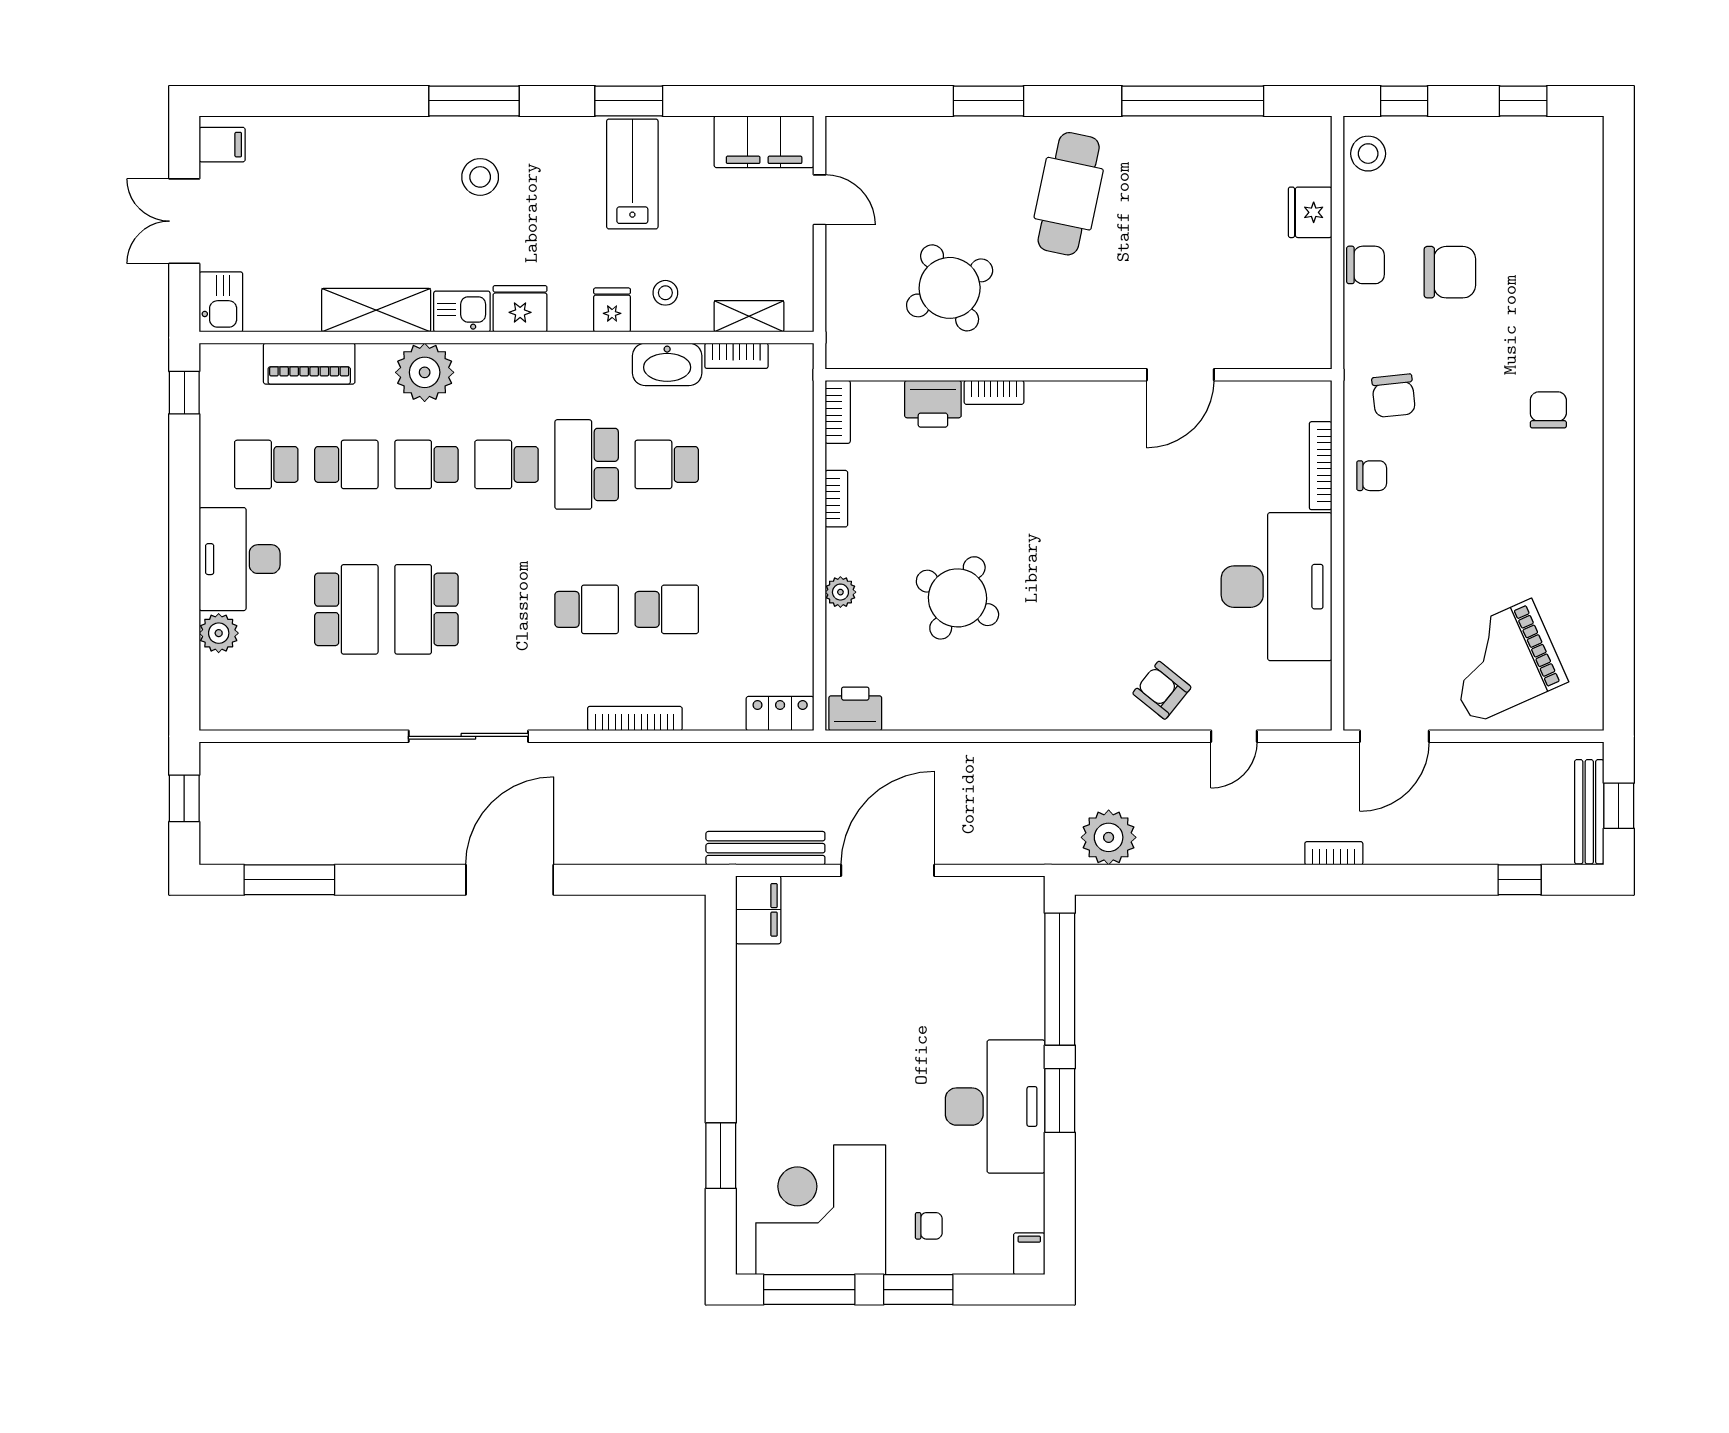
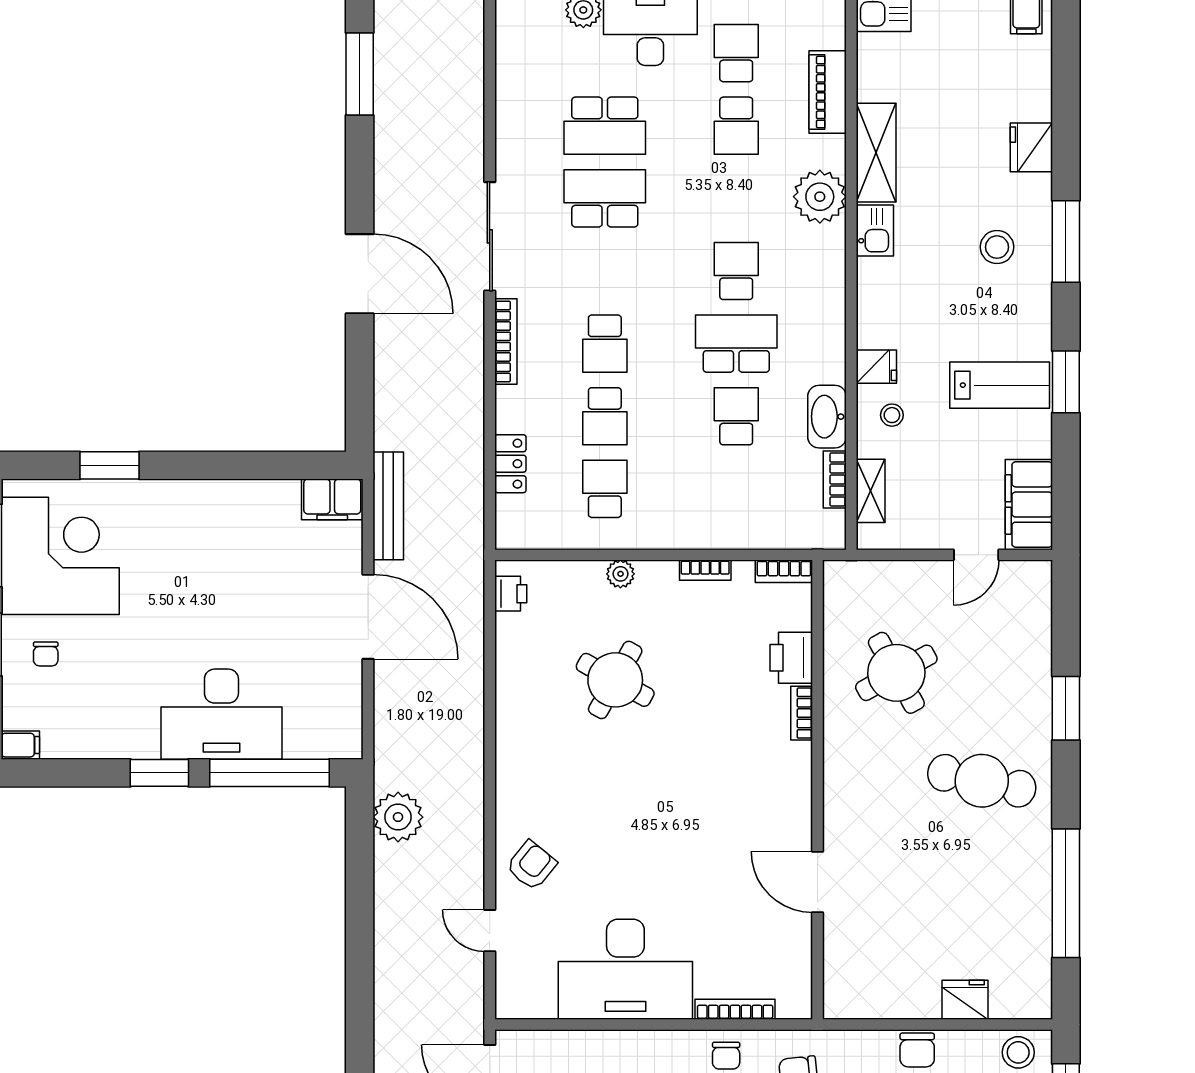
fridge: (520, 309) -> (1031, 147), moved, turned 180
school desk: (426, 464) -> (605, 489), moved
printer: (855, 709) -> (511, 594), width x0.73, depth x0.81
locker: (780, 714) -> (510, 464), moved
bookcase: (635, 719) -> (506, 341), moved
bookcase: (1334, 853) -> (384, 1021), removed
desk: (995, 1107) -> (221, 714), moved

